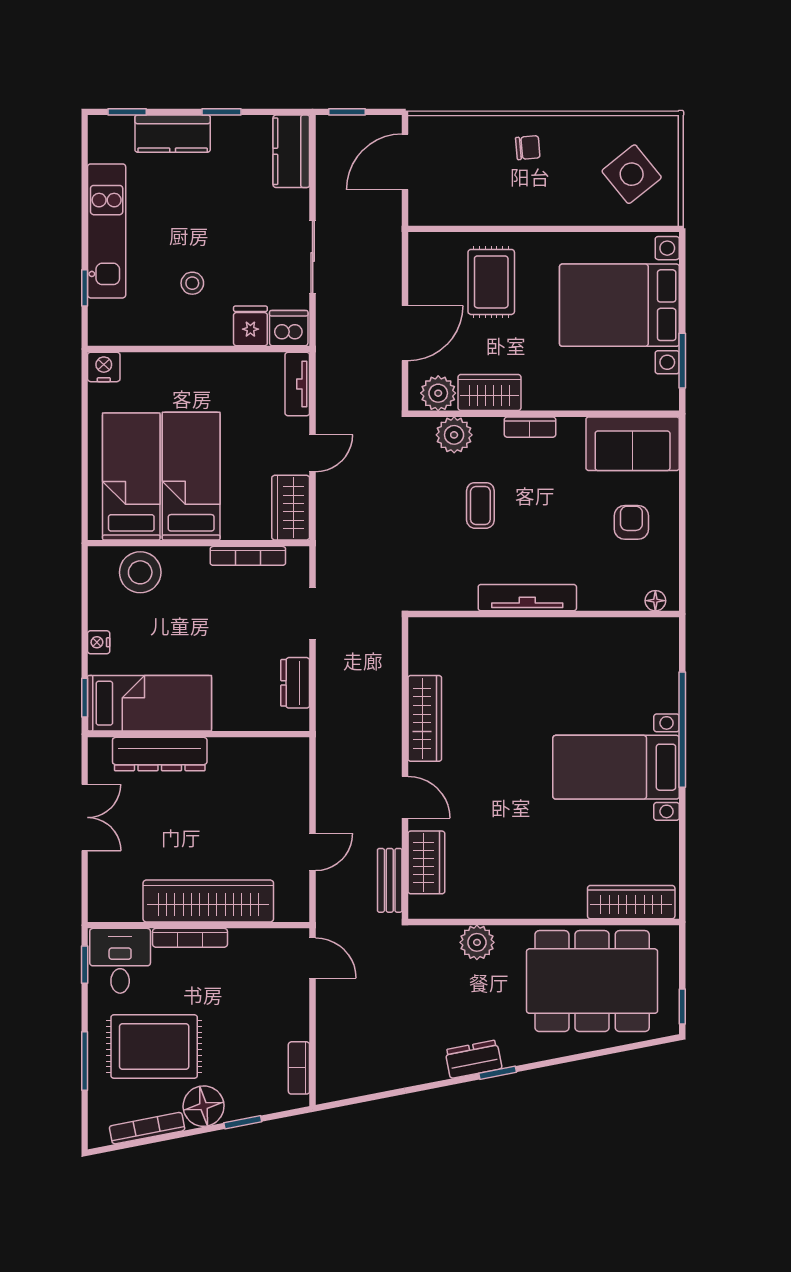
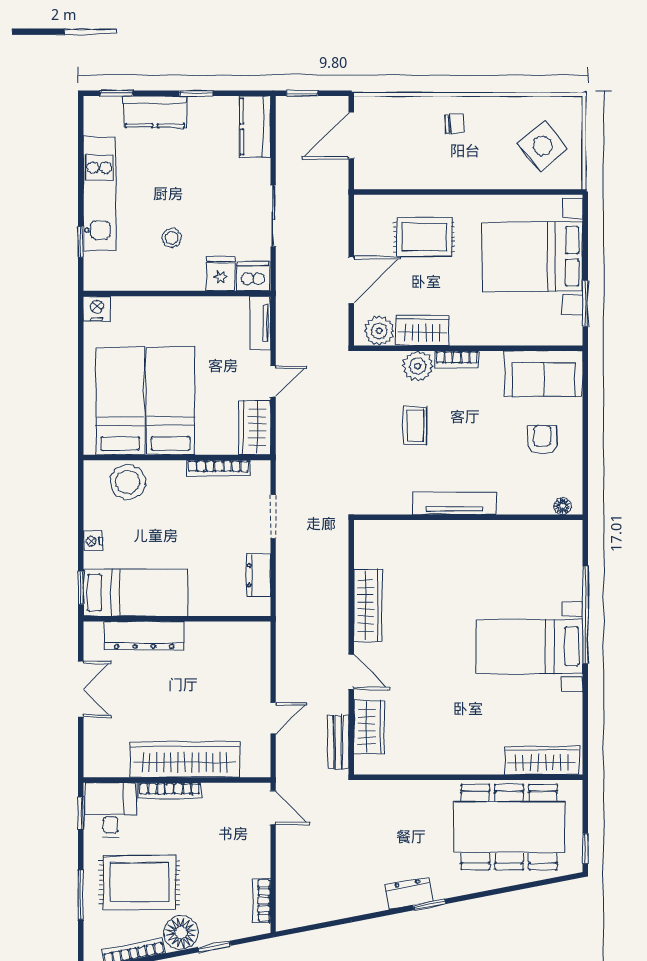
rug: (491, 282) -> (424, 237), turned 90
plant: (454, 435) -> (418, 366), moved
plant: (477, 942) -> (412, 794), removed

